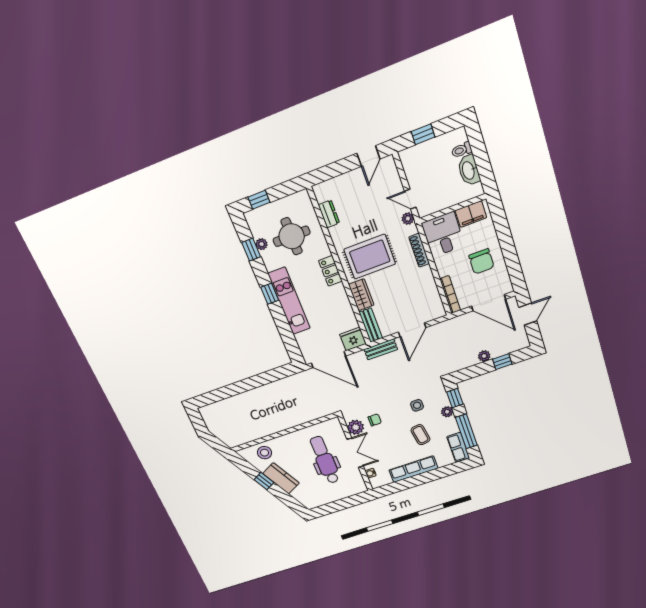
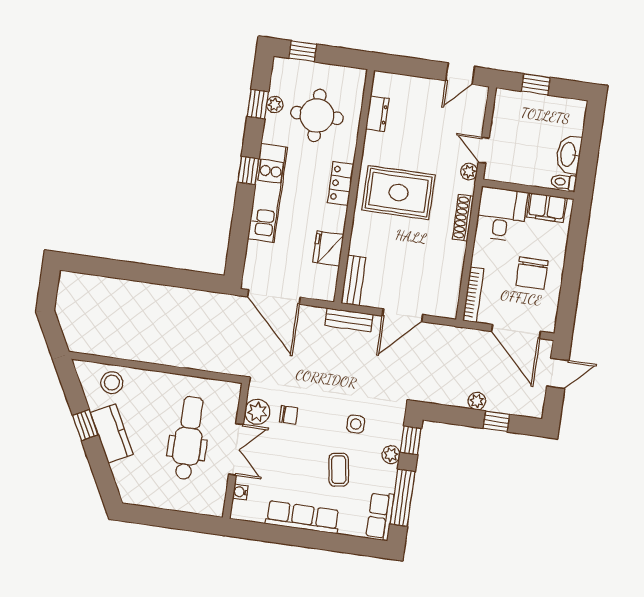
toilet: (462, 150) -> (564, 182), moved
wardrobe: (361, 295) -> (363, 235), removed
fridge: (353, 339) -> (328, 249), moved, turned -90

